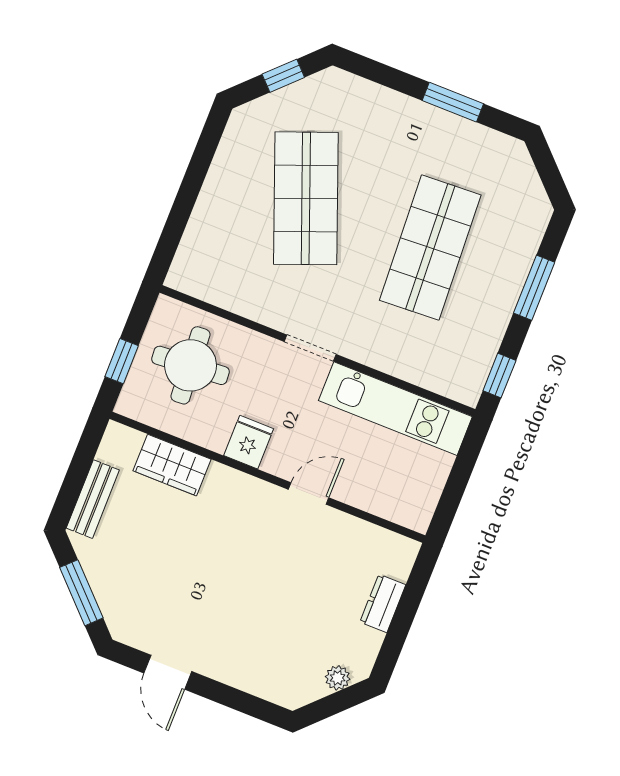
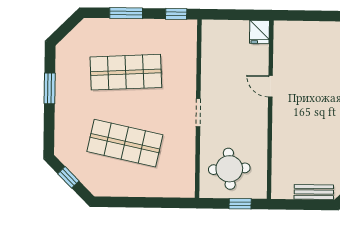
shop shelf: (306, 198) -> (125, 143), turned 33
kitchen unit: (395, 409) -> (212, 59), removed
fridge: (249, 442) -> (259, 32), moved, turned -90
wardrobe: (172, 465) -> (282, 159), removed
dresser: (383, 603) -> (311, 29), removed

